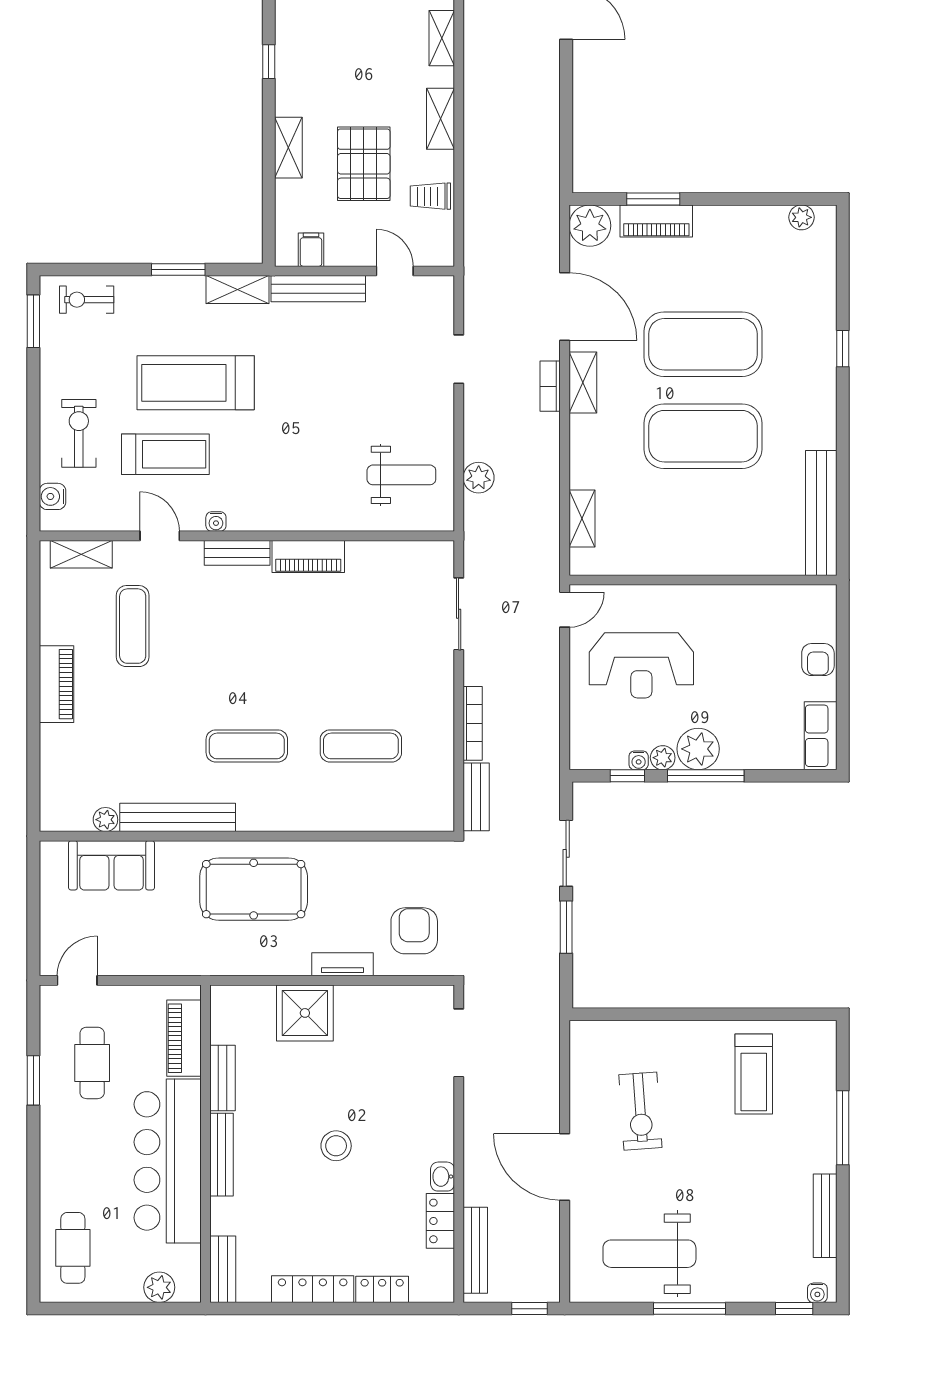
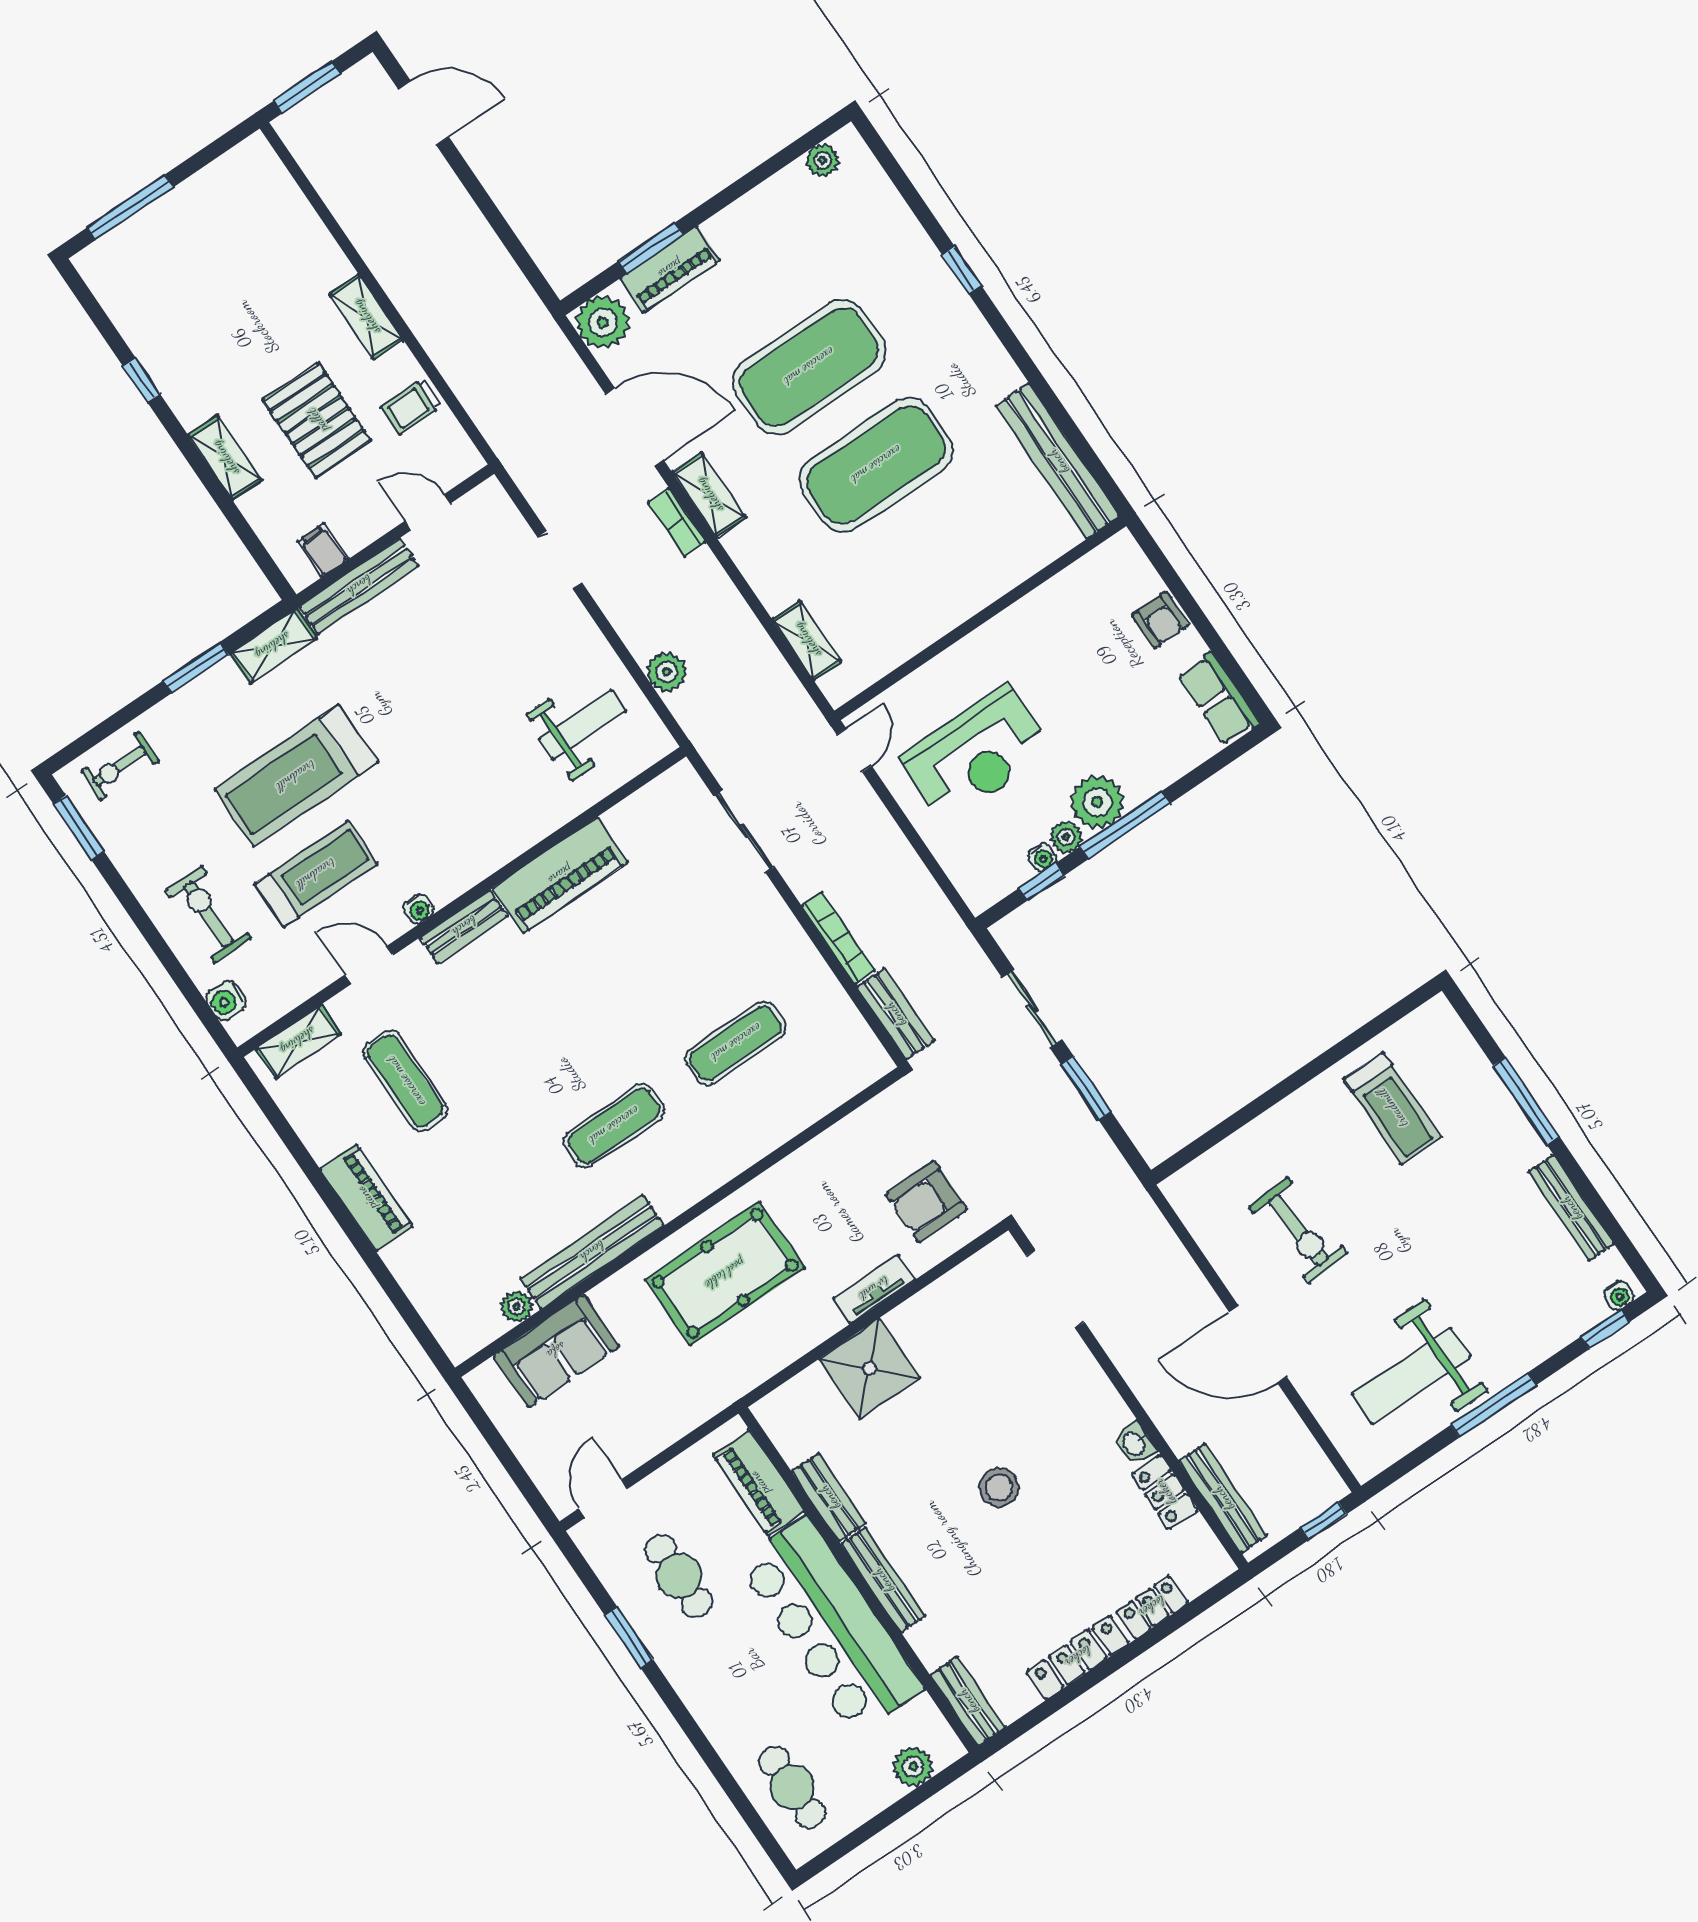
shelving: (442, 38) -> (309, 230), removed
piano: (308, 556) -> (560, 875), width x1.37, depth x1.33
armchair: (414, 931) -> (926, 1202), turned -90

